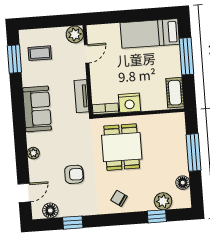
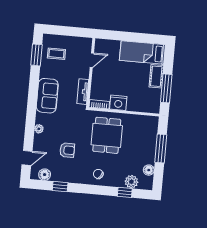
plant: (75, 34) -> (85, 44), removed
window: (186, 56) -> (166, 88), moved
cot: (175, 93) -> (156, 76), moved

